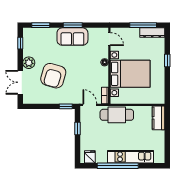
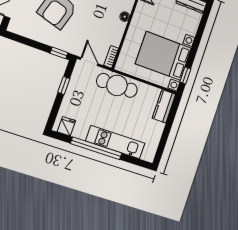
window: (167, 61) -> (185, 76), moved
bed with nightstands: (130, 74) -> (164, 56), moved, turned 180

